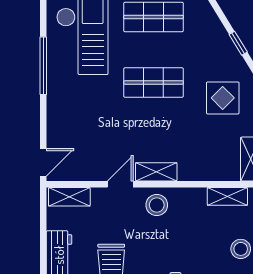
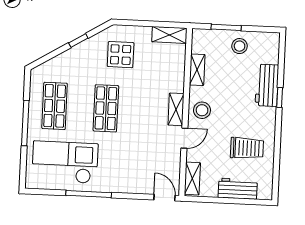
door: (120, 184) -> (184, 138), swing flipped
shelving: (227, 196) -> (197, 70), moved

